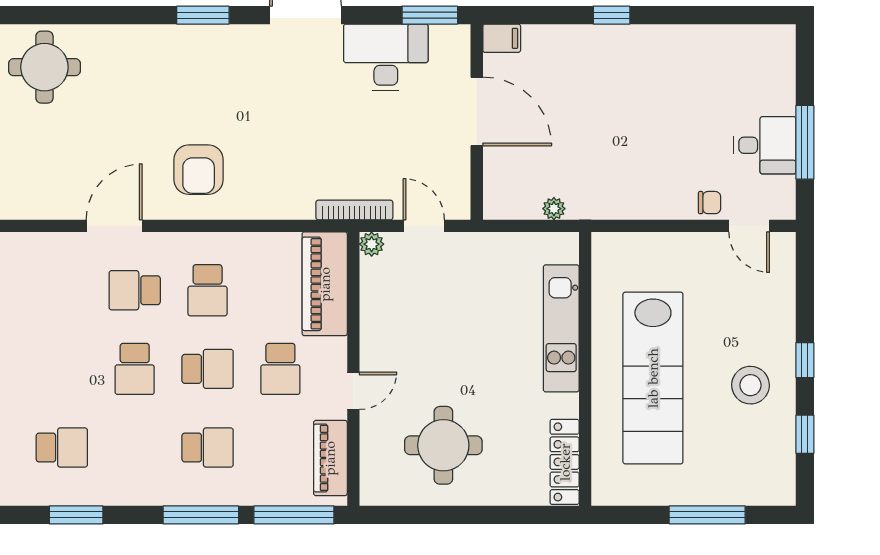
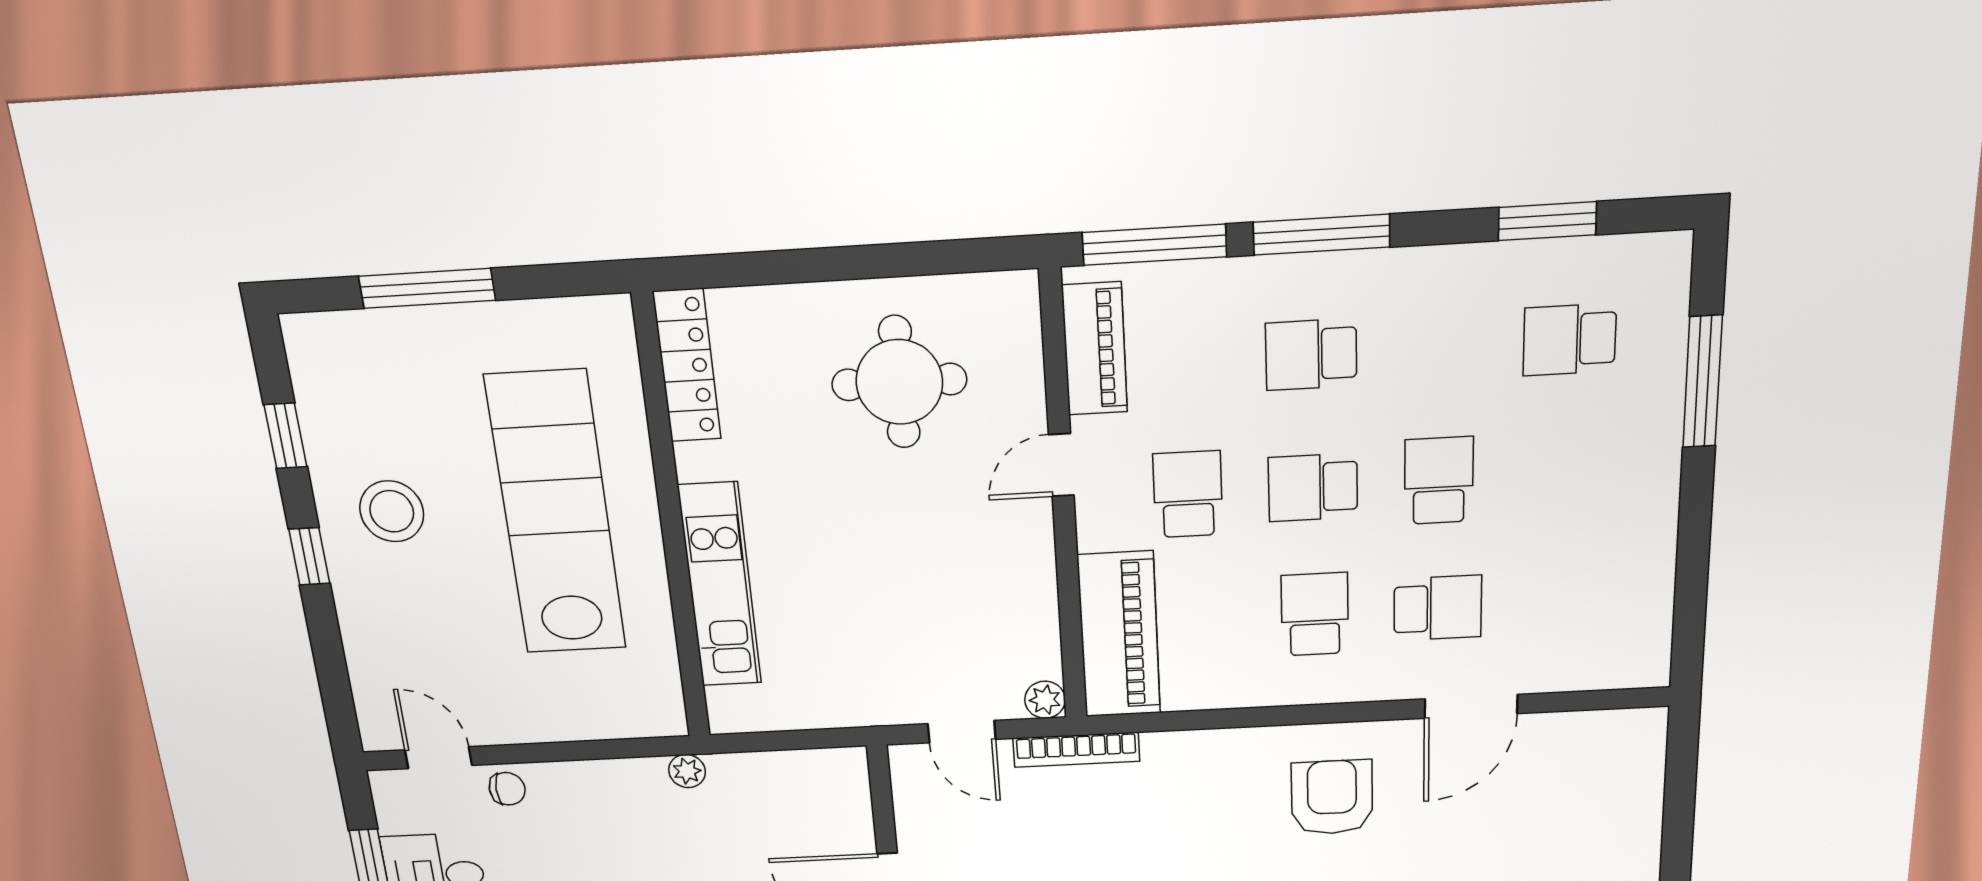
chair: (710, 203) -> (507, 789), turned 180
plant: (554, 209) -> (687, 771), moved

